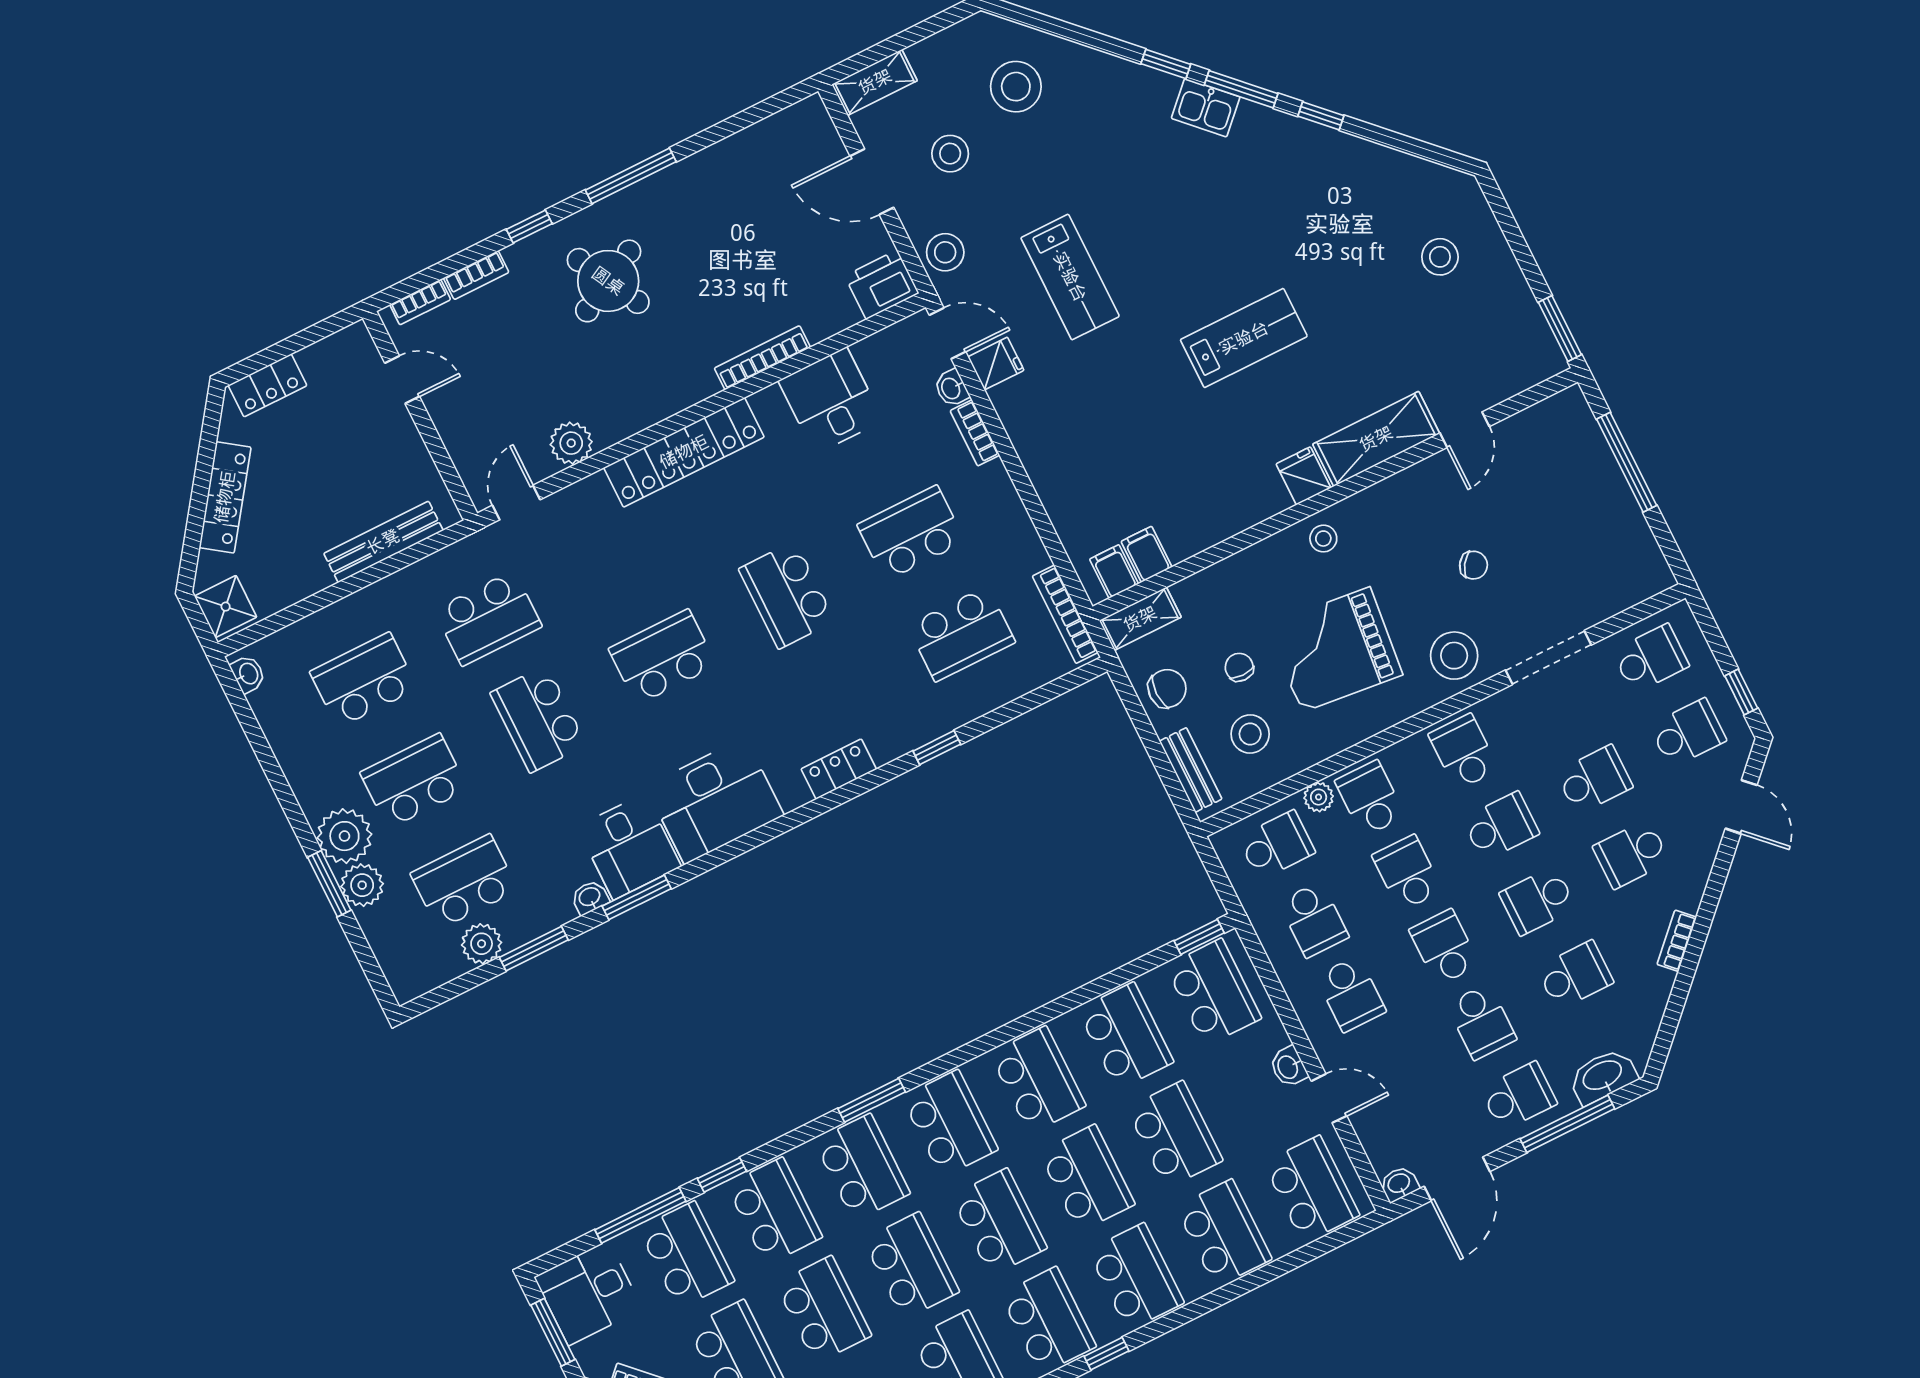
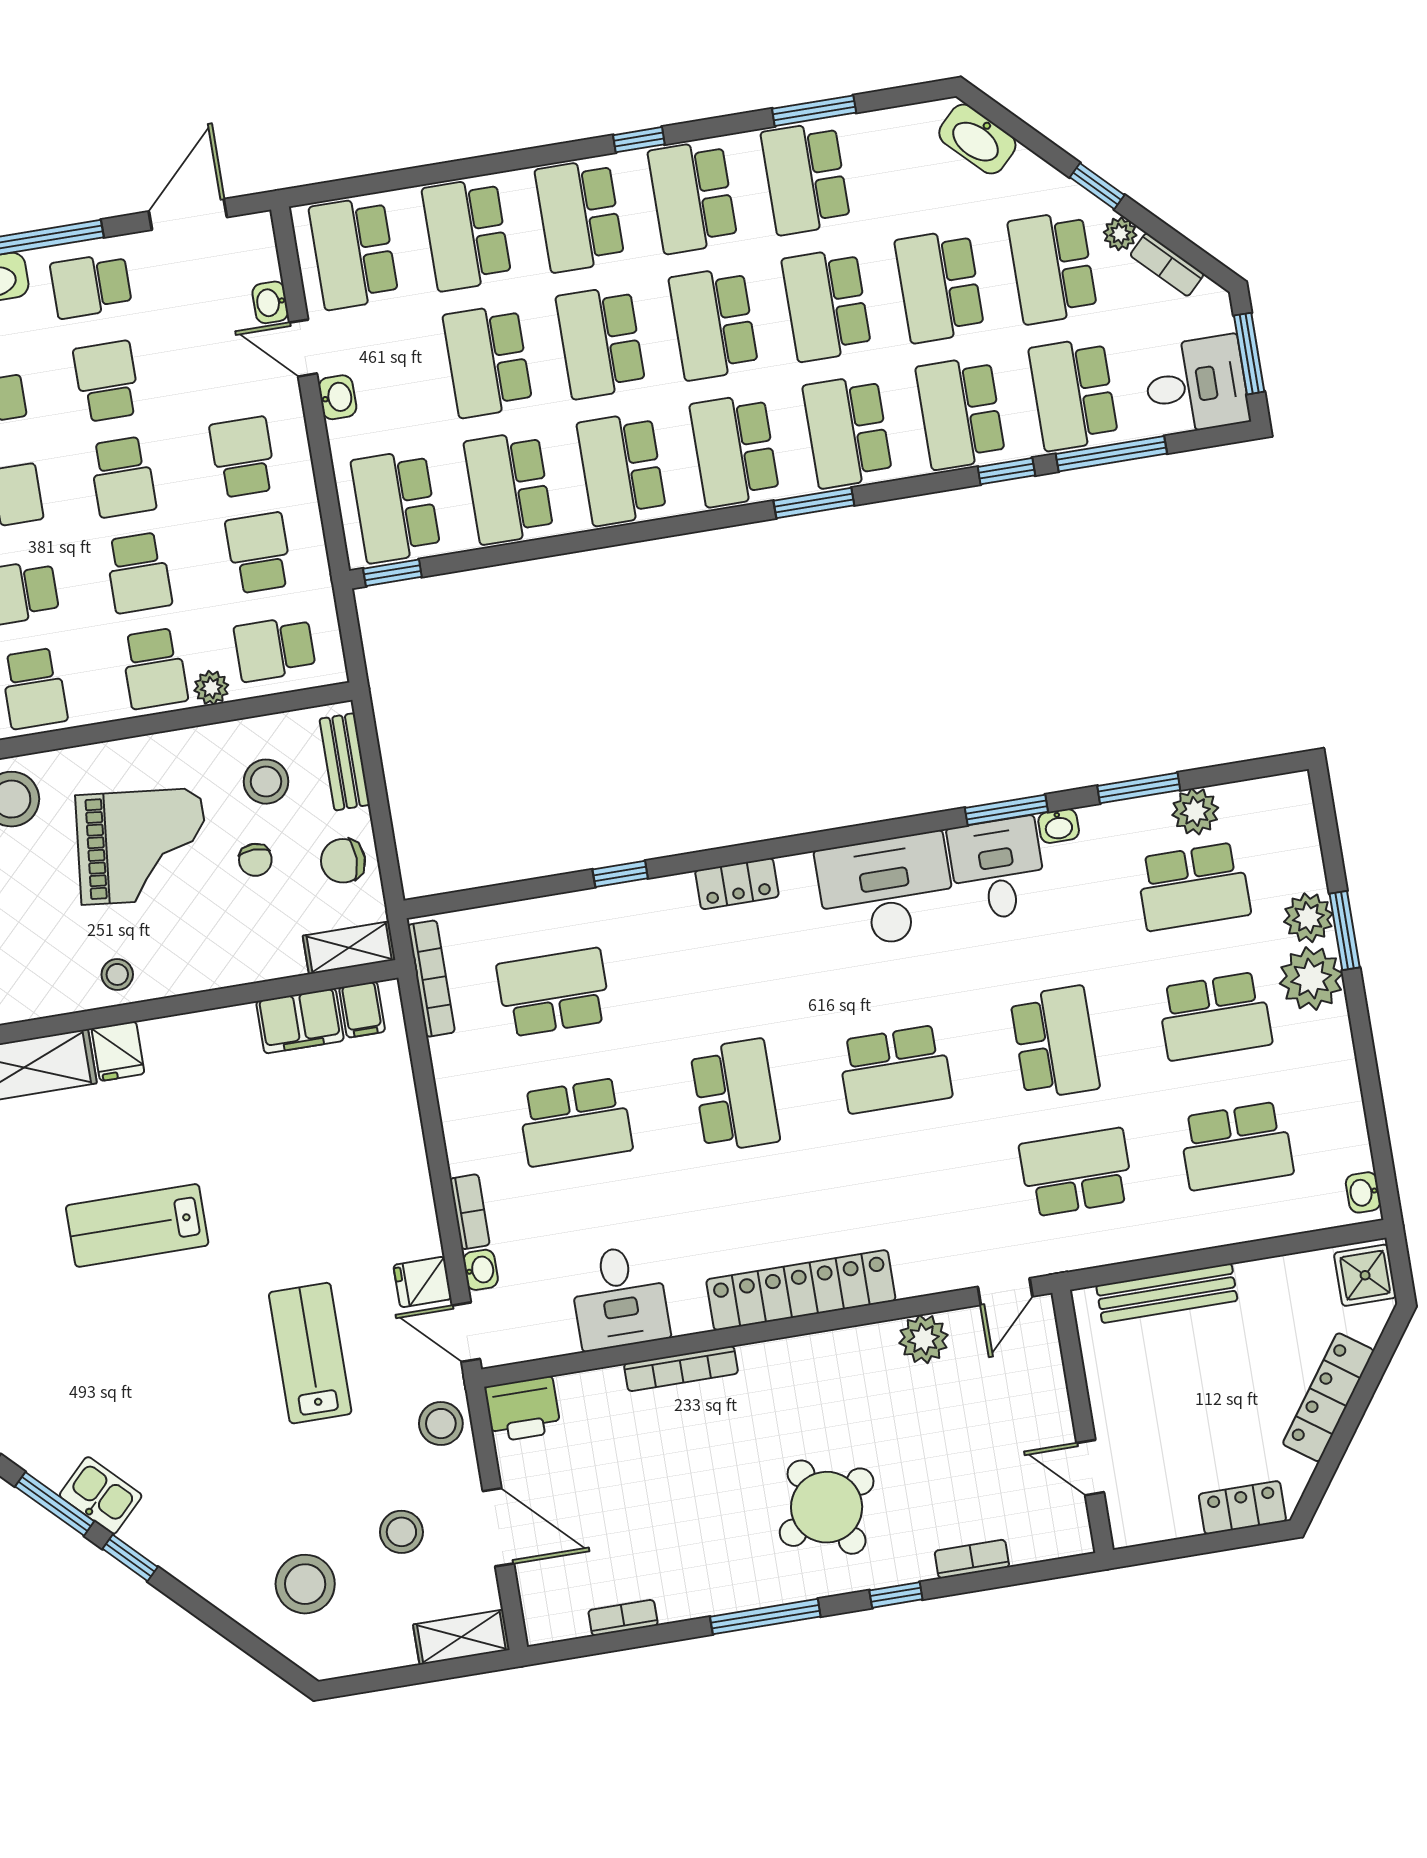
bookcase: (420, 302) -> (623, 1618), moved
filing cabinet: (1147, 554) -> (300, 1021), width x2.00
washbasin: (1399, 1184) -> (270, 302), moved, turned 90

